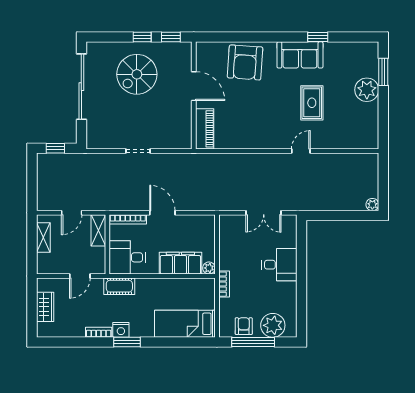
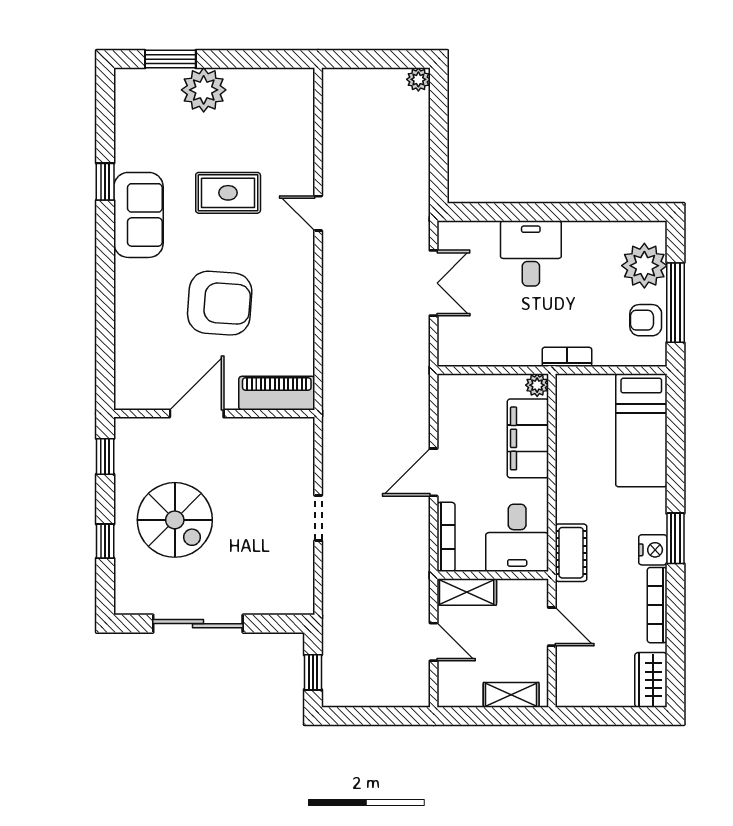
window: (142, 37) -> (105, 541), moved
armchair: (245, 62) -> (220, 303), moved
sliding door: (81, 87) -> (198, 624), width x0.73
shelving: (43, 237) -> (511, 695), moved
wardrobe: (45, 307) -> (651, 680), moved, turned -90
bookcase: (99, 332) -> (657, 605), width x1.56

